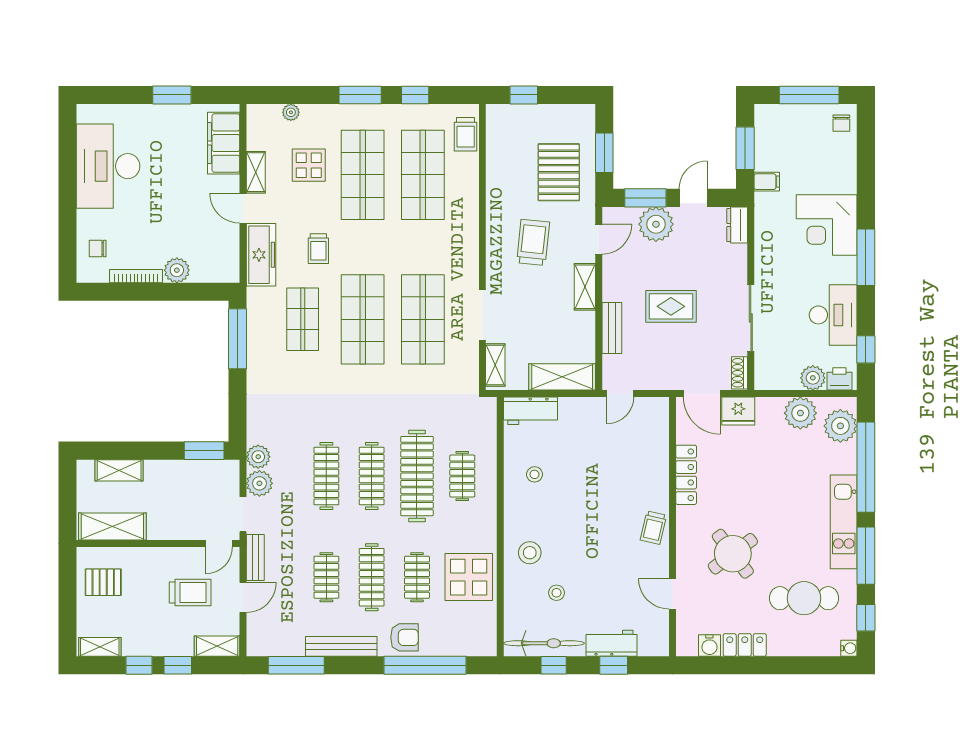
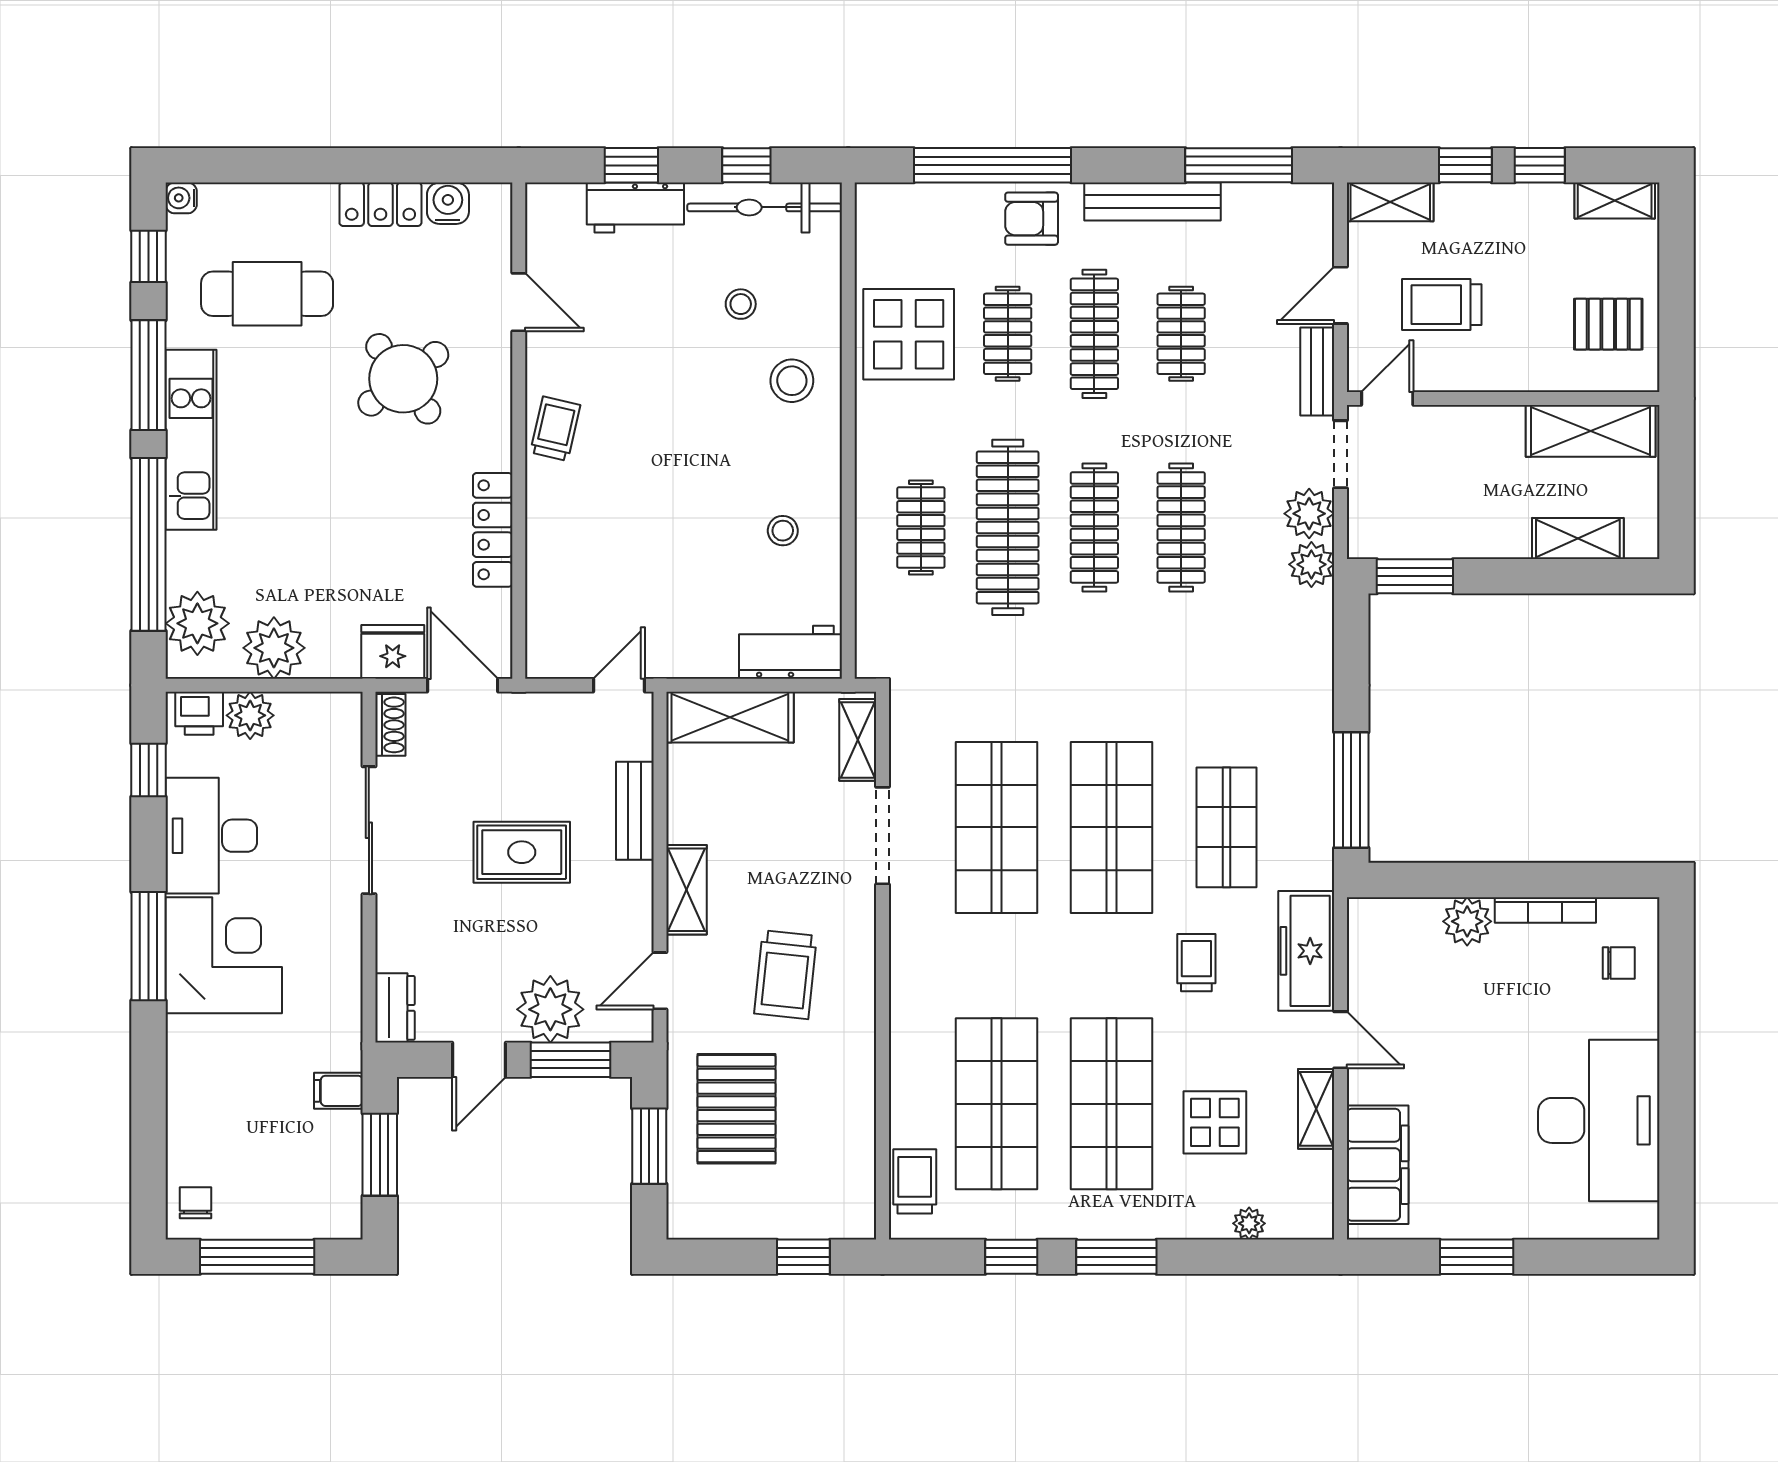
corner desk: (827, 225) -> (224, 955), moved

